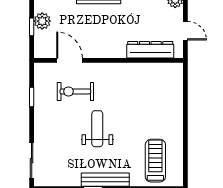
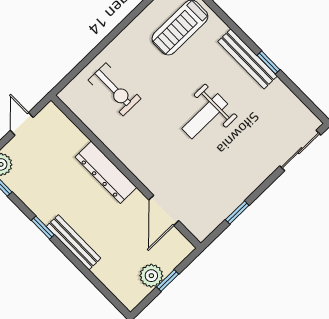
dresser: (150, 50) -> (106, 172), moved
exercise bike: (75, 91) -> (114, 89), moved

